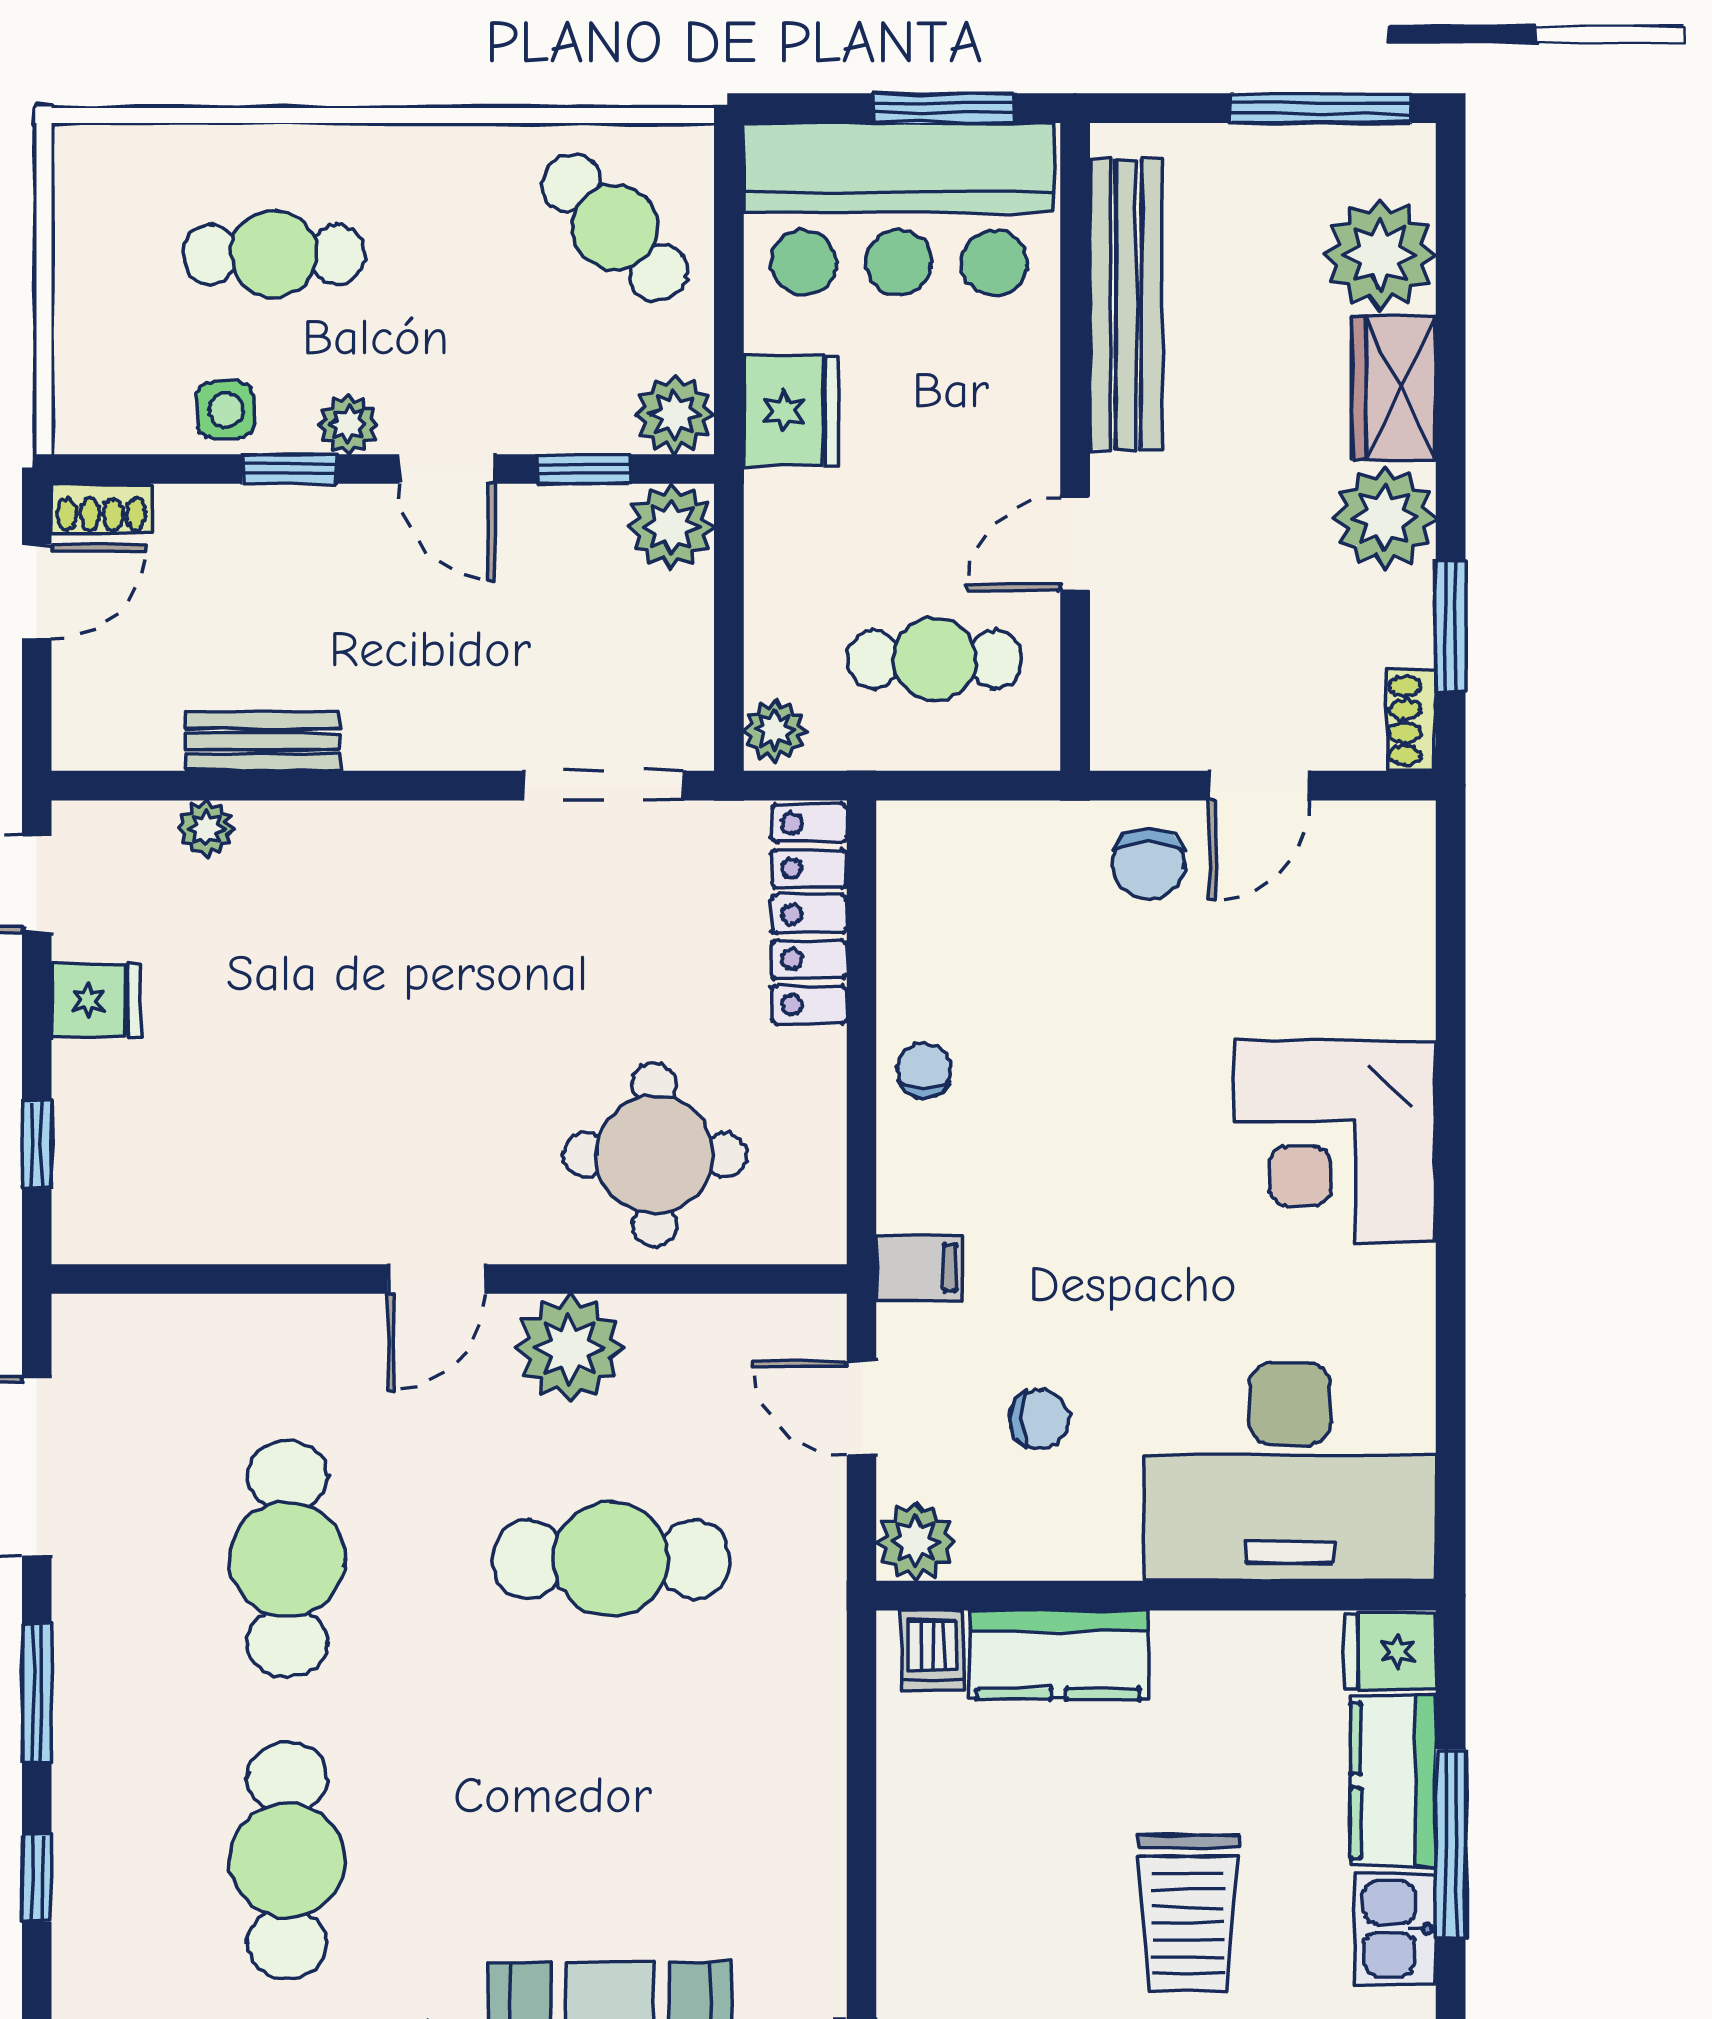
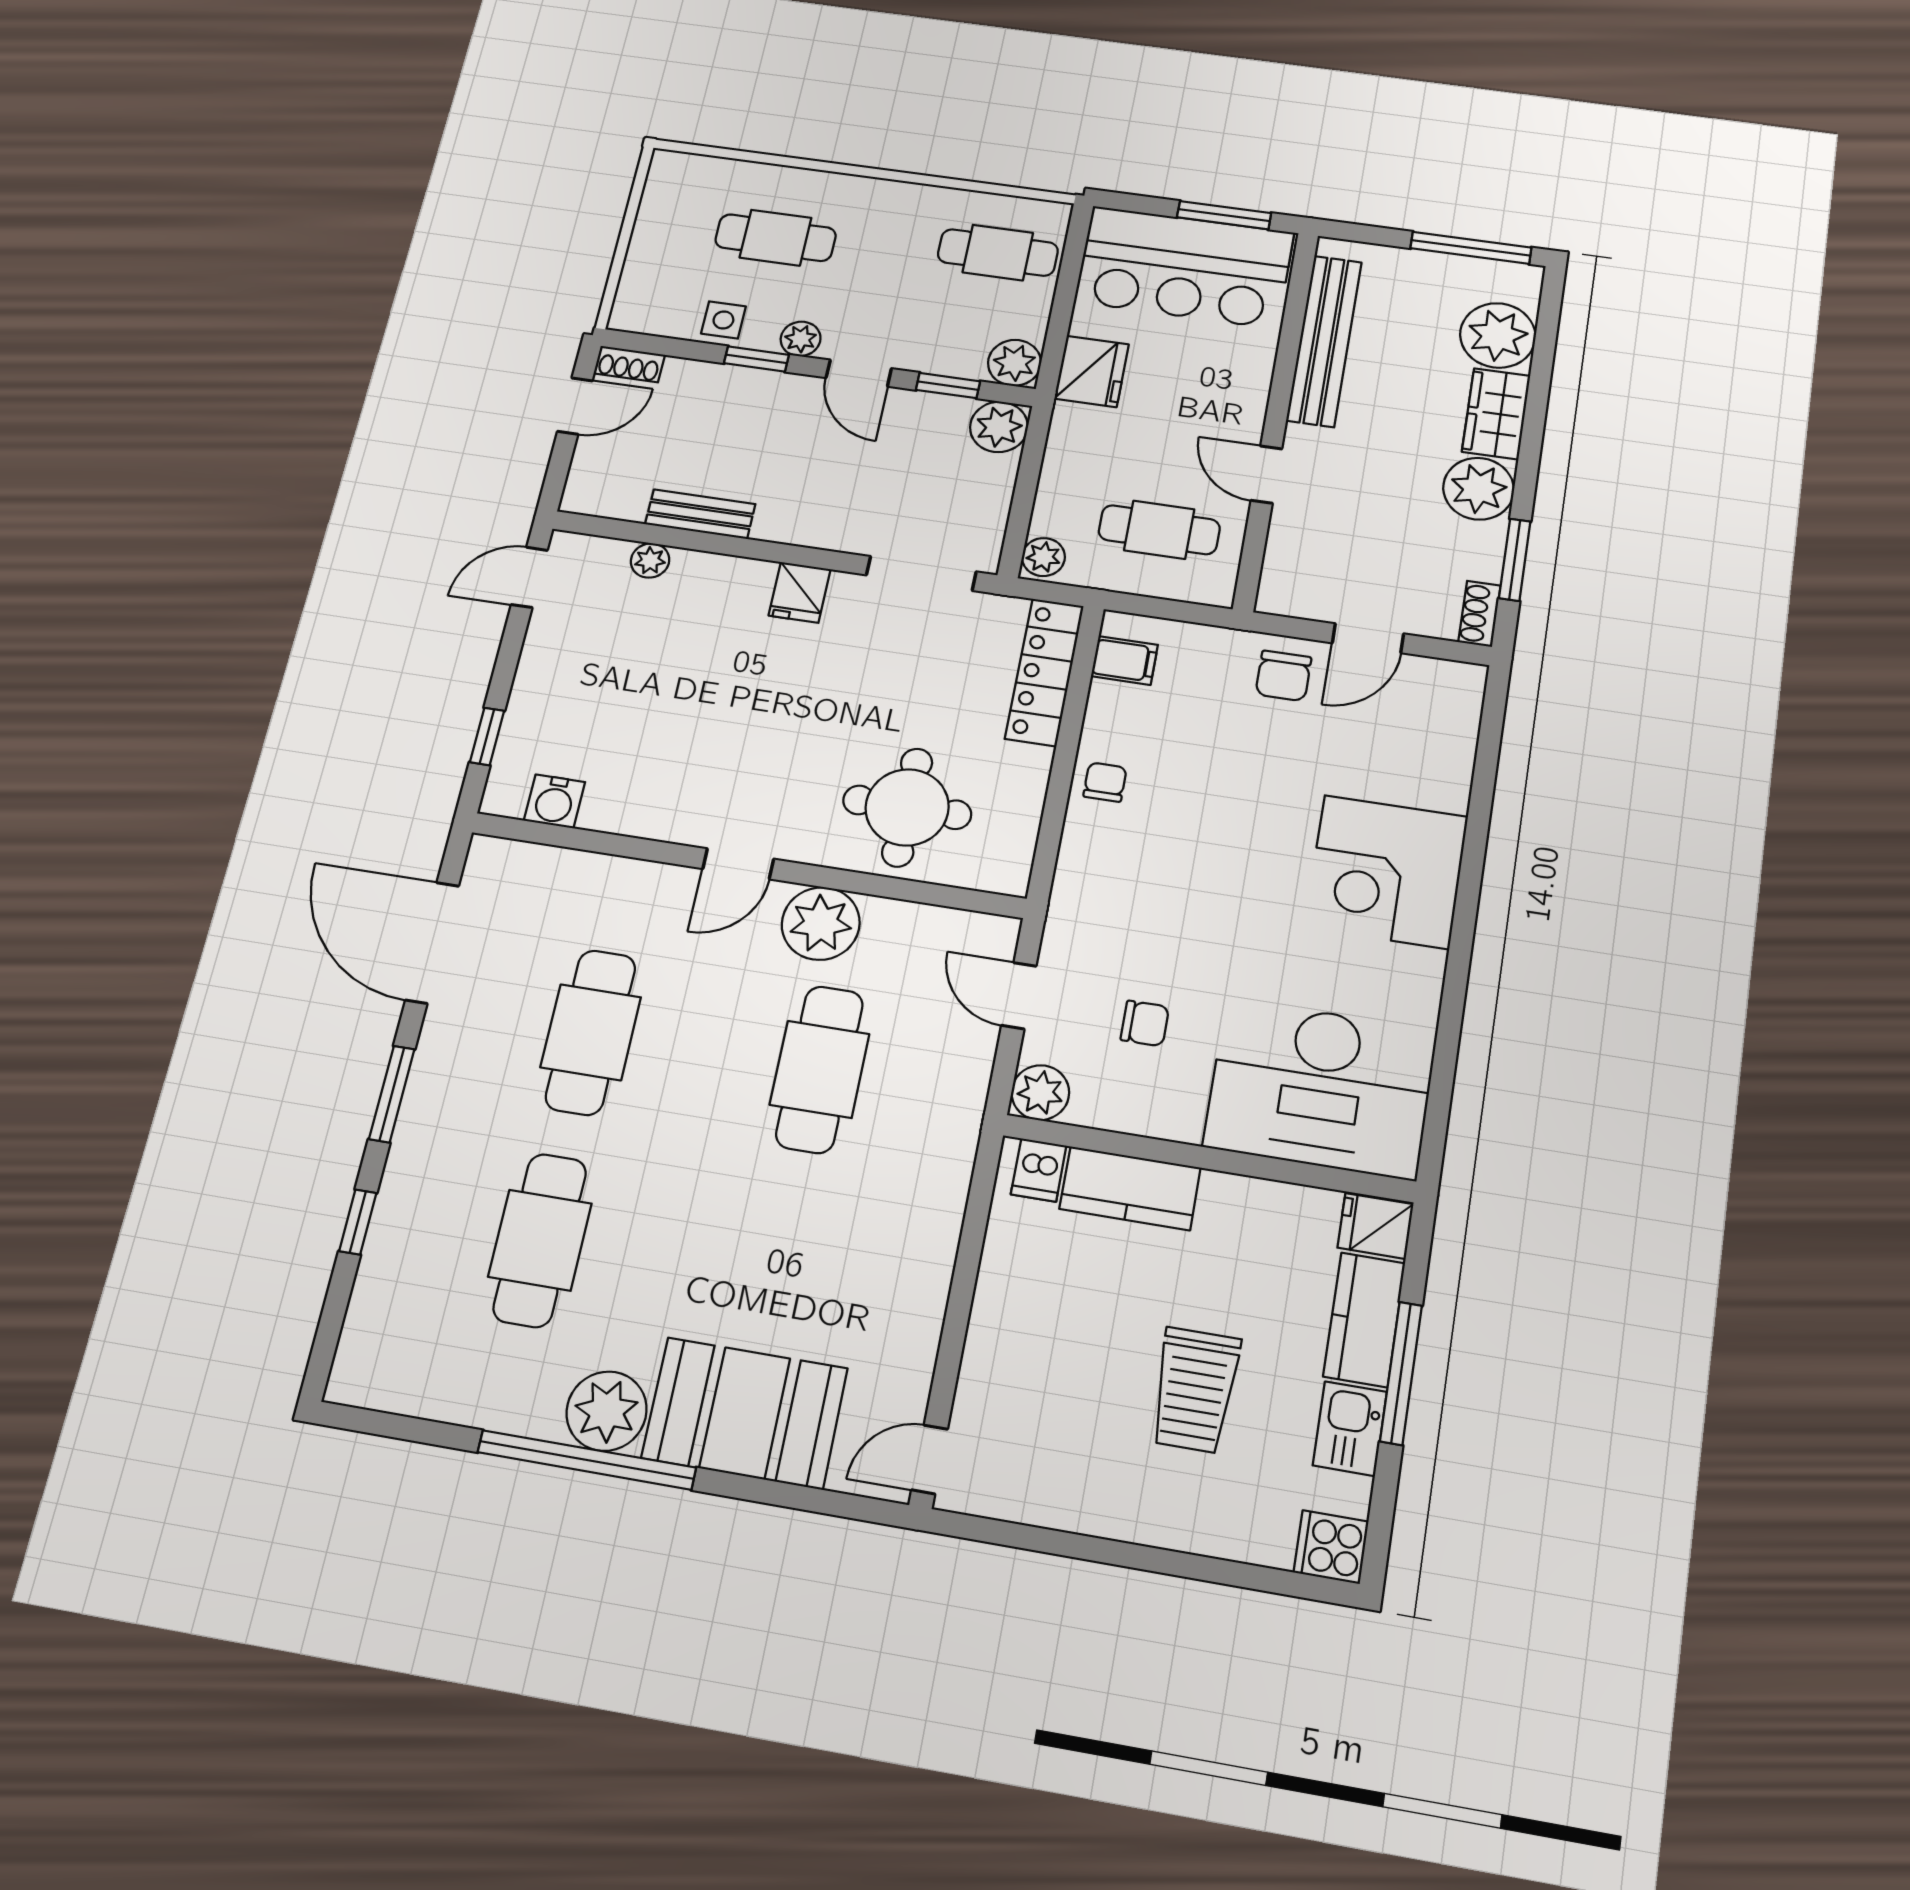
cafe table: (615, 228) -> (998, 253), turned -46
door: (1075, 544) -> (1266, 475), hinge flipped
fridge: (96, 1000) -> (800, 592), moved, turned 90
water cooler: (157, 1228) -> (554, 801), added
filing cabinet: (920, 1268) -> (1124, 661), moved
cafe table: (611, 1559) -> (820, 1069), turned 90

